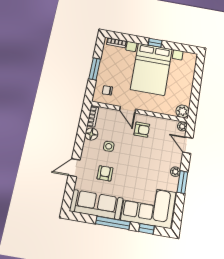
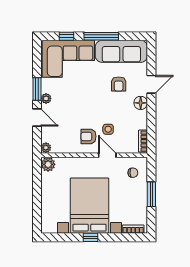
floor lamp: (91, 134) -> (141, 103), moved
door: (188, 145) -> (37, 117), moved
side table: (109, 146) -> (108, 129), moved

